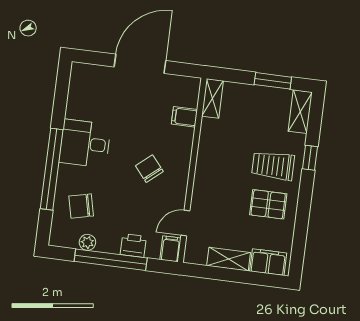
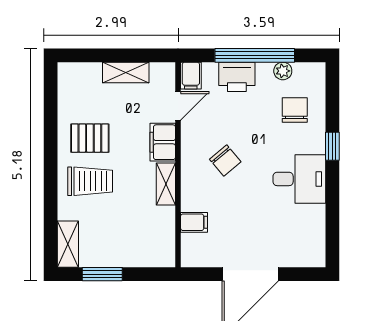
shelving: (213, 98) -> (166, 184), moved
window: (310, 158) -> (51, 195), removed
window: (52, 169) -> (332, 146), width x0.32
chair: (81, 206) -> (295, 110), turned -77
printer: (133, 245) -> (237, 77), width x1.36, depth x1.24
filing cabinet: (268, 262) -> (163, 142), moved, turned 90

